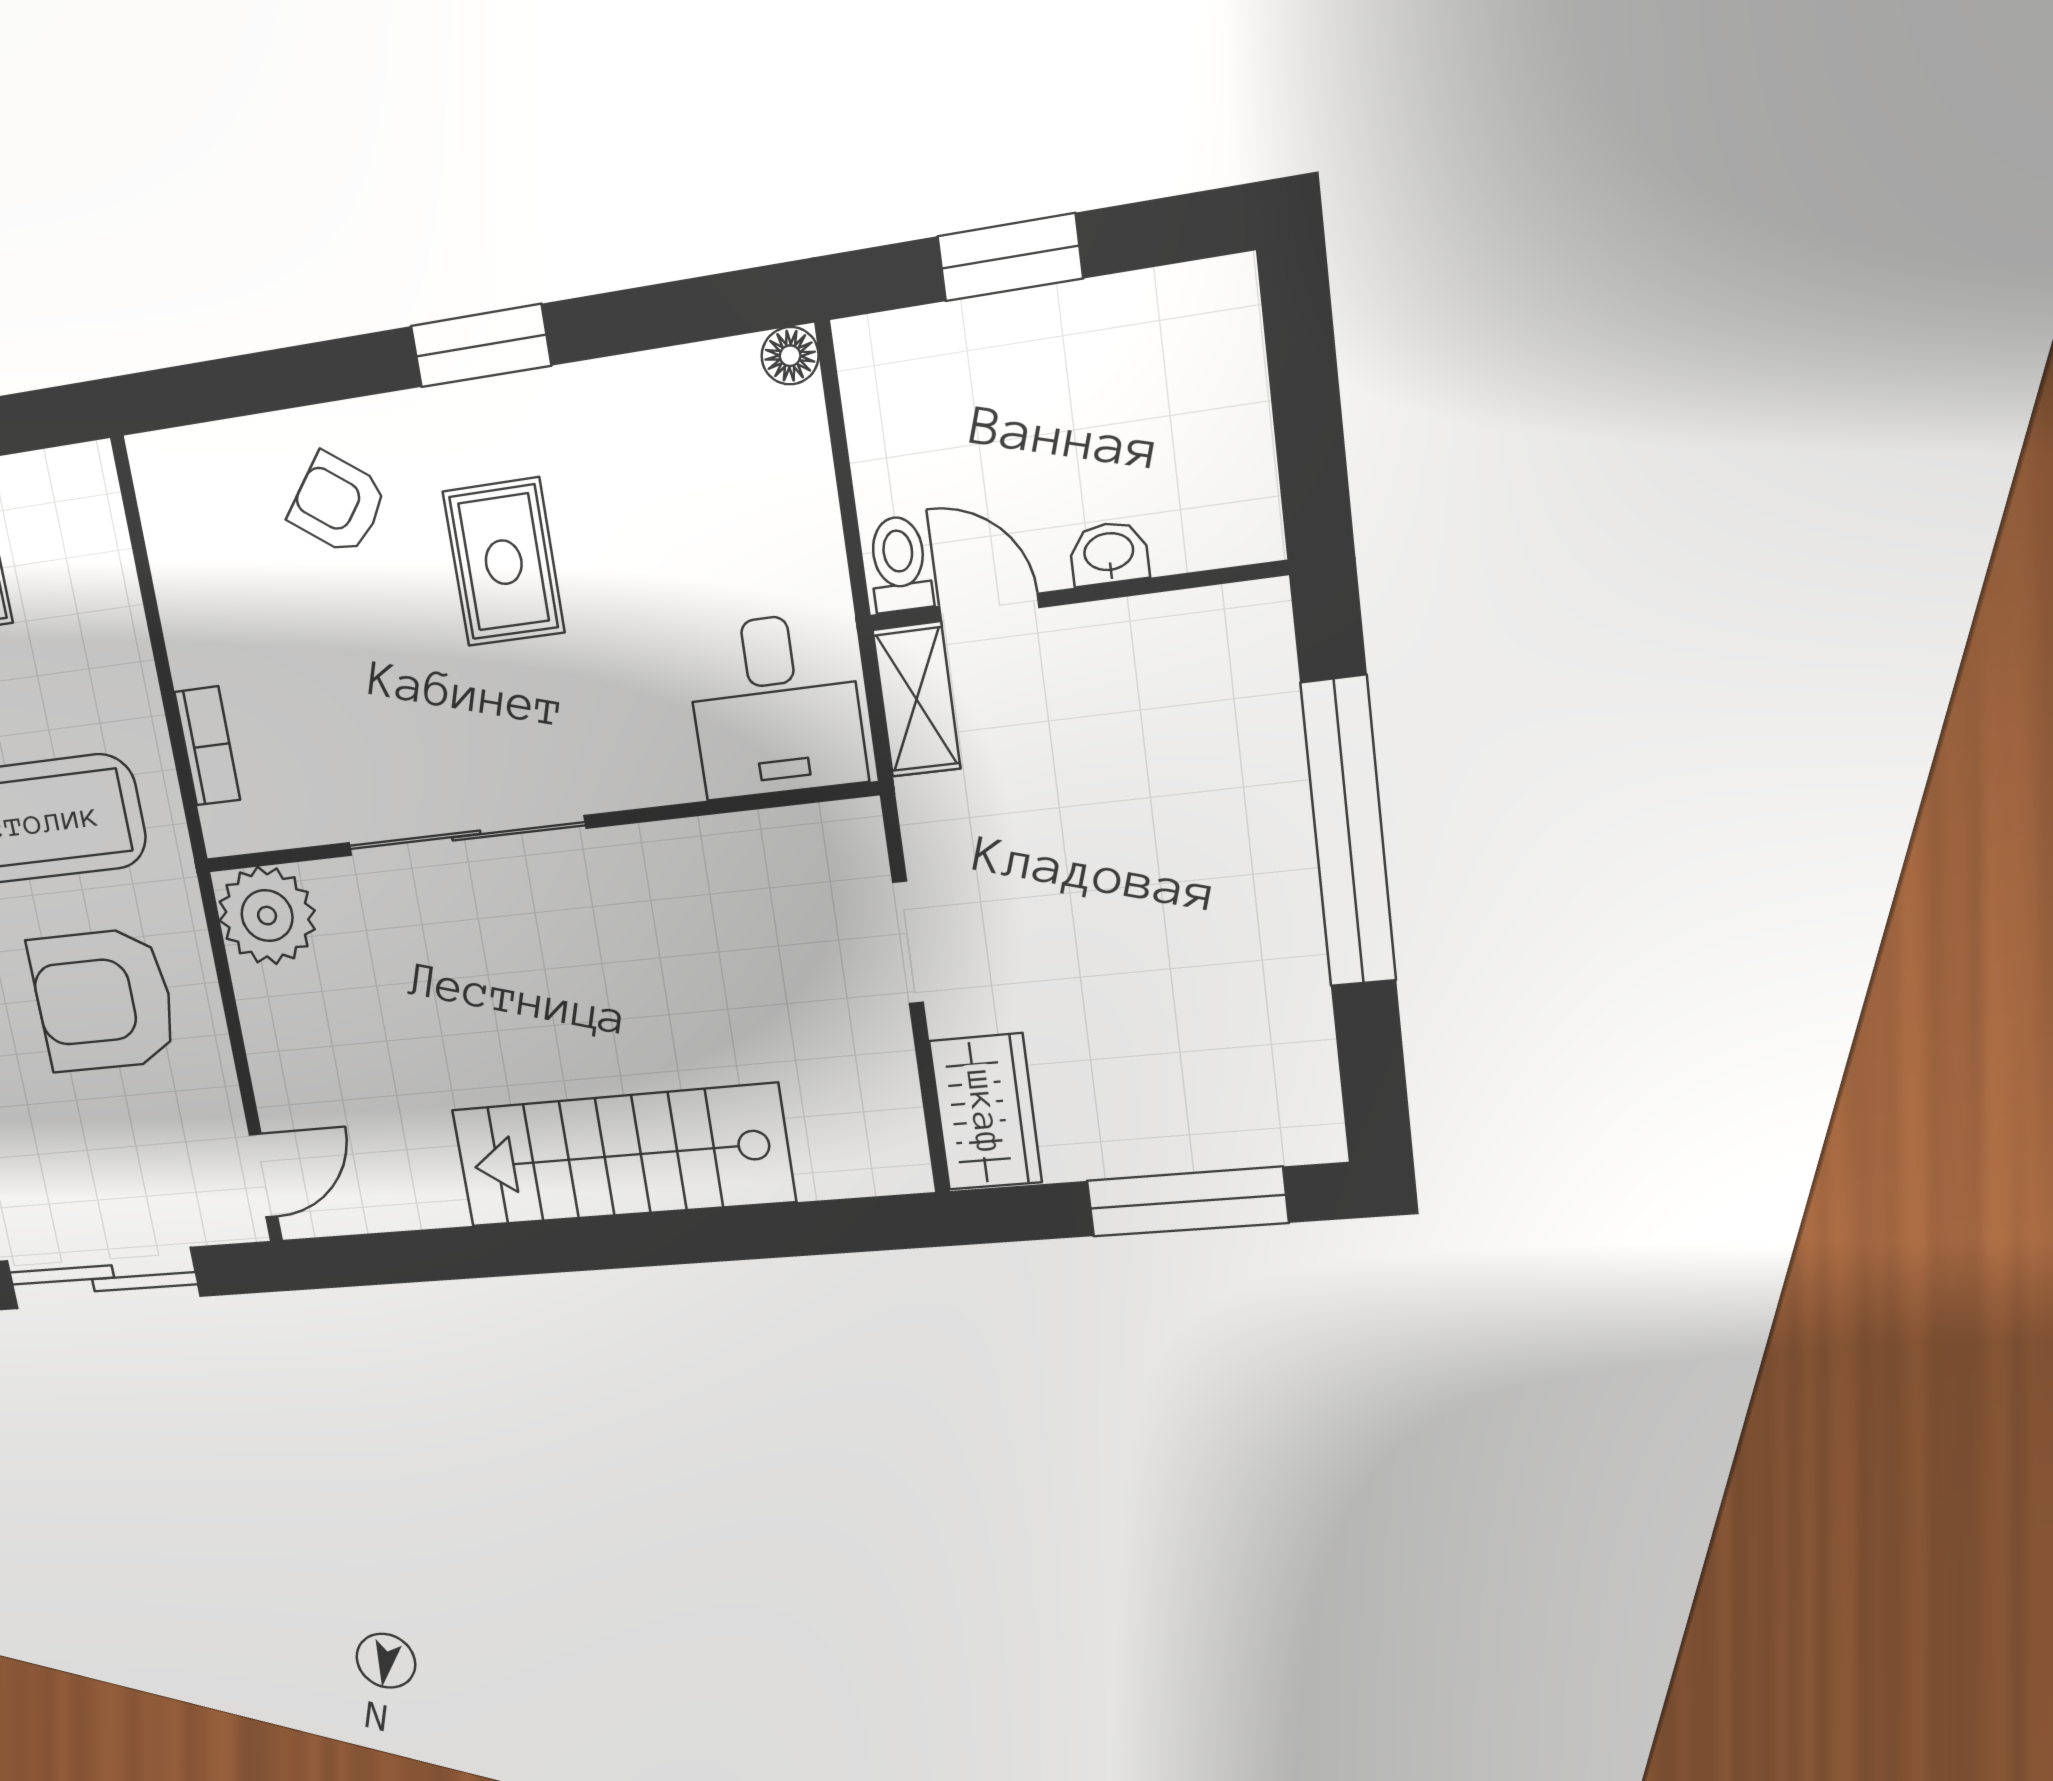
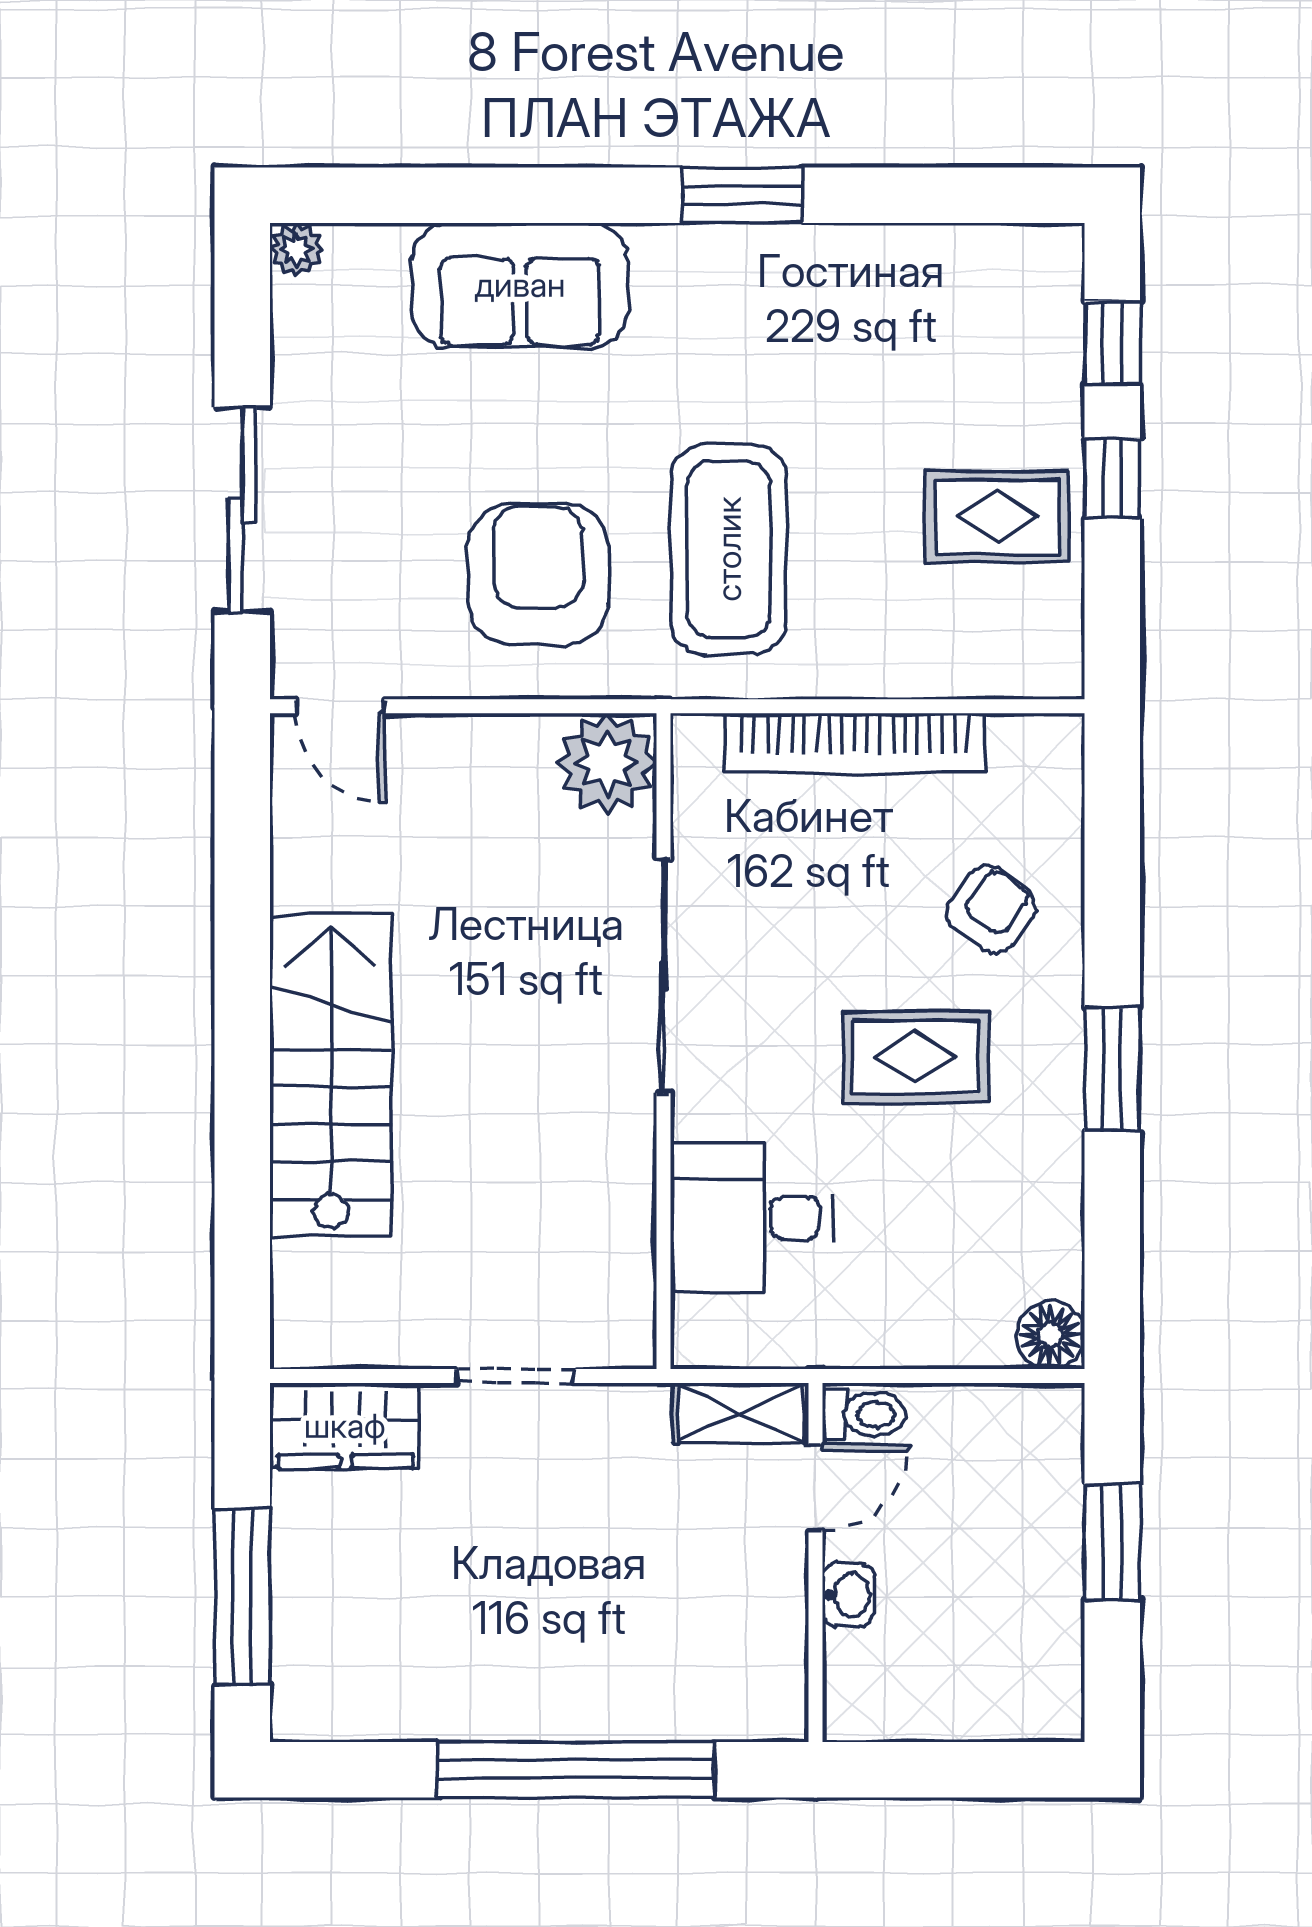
floor lamp: (790, 356) -> (1051, 1335), width x1.37, depth x1.37
desk: (775, 705) -> (751, 1218), moved
bookcase: (207, 746) -> (855, 743), width x2.31, depth x1.31

